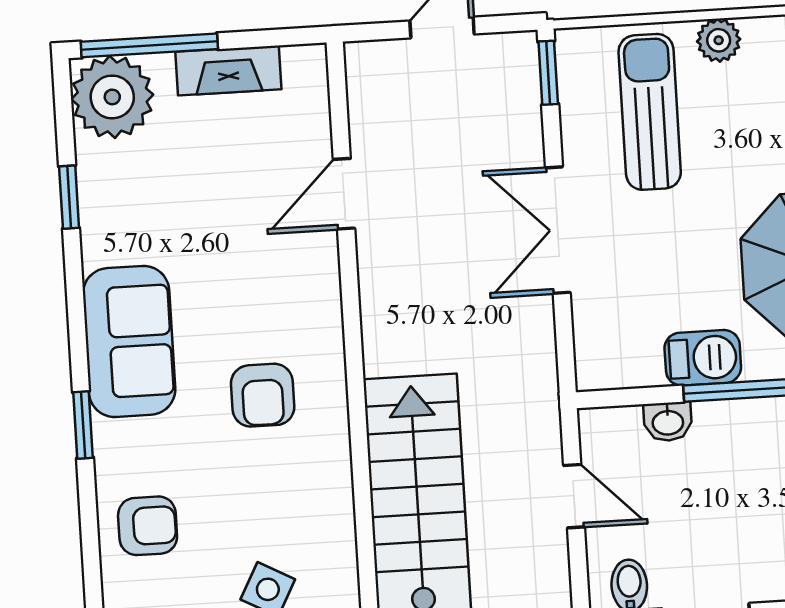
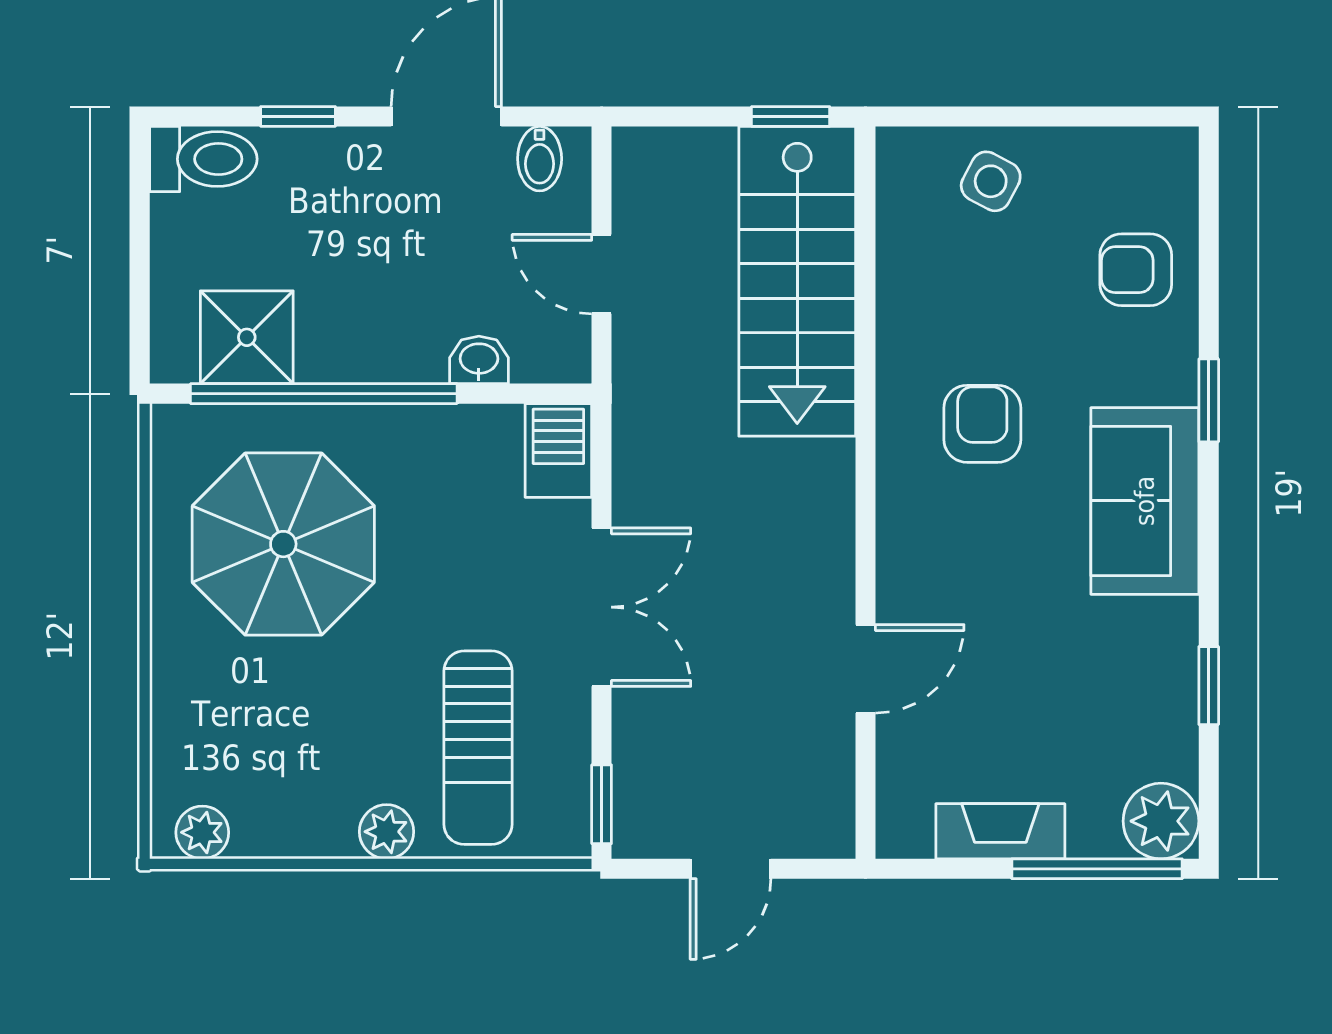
plant: (112, 97) -> (1161, 821), width x0.73, depth x0.73
barbecue: (703, 358) -> (558, 450), moved, turned 90

